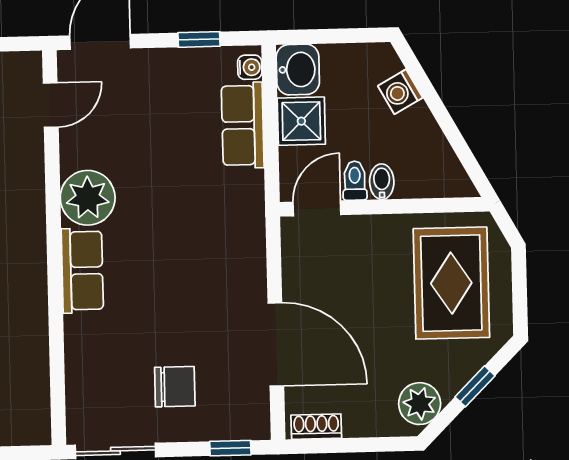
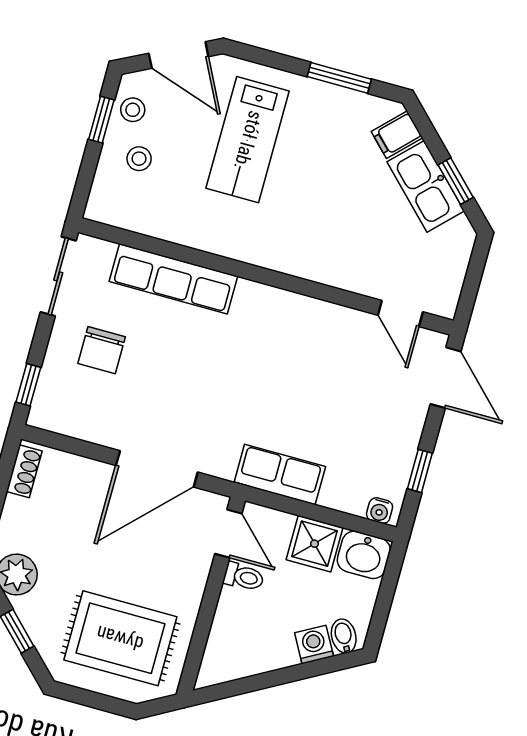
row of seats: (243, 125) -> (280, 475), moved
bidet: (382, 182) -> (344, 636), moved, turned -119
plant: (88, 198) -> (303, 322), removed
row of seats: (82, 271) -> (173, 279), moved, width x1.48
door: (276, 344) -> (157, 469), moved

